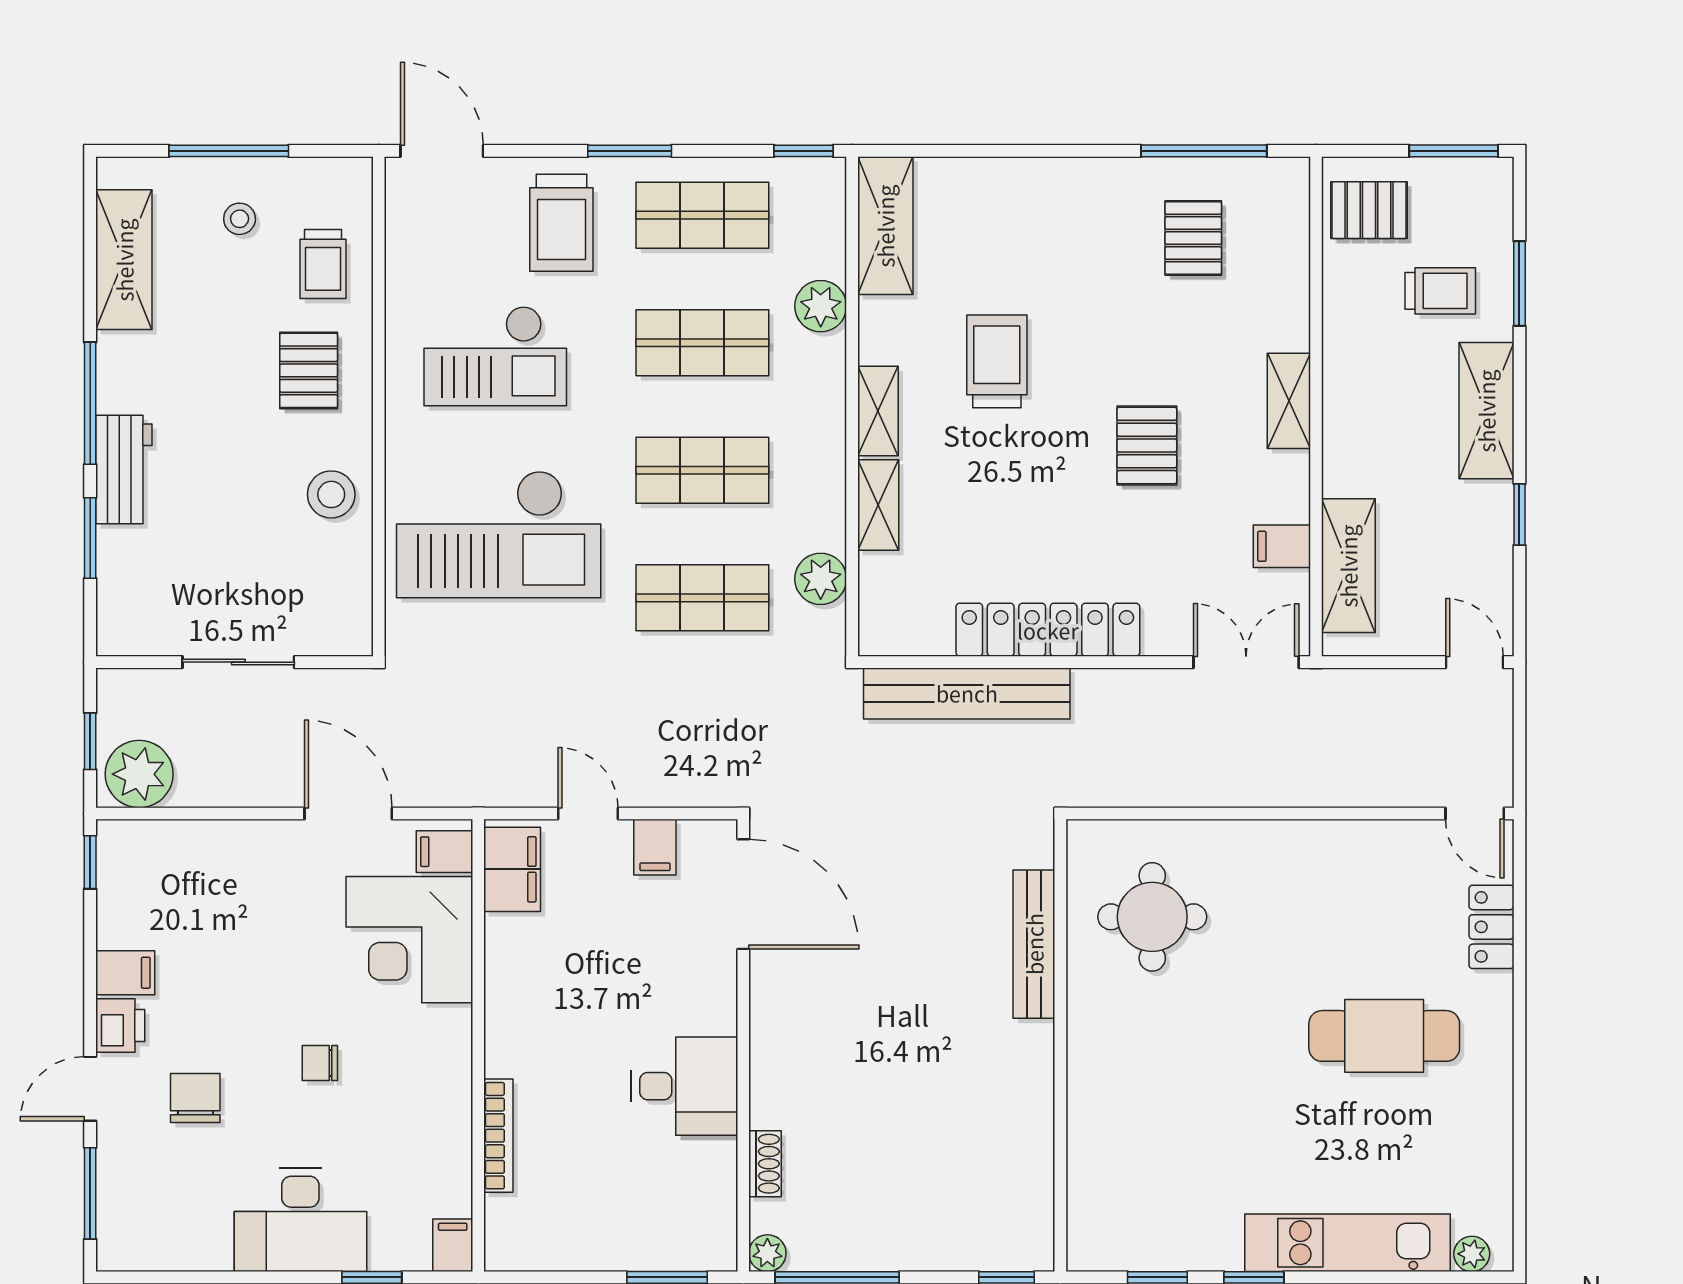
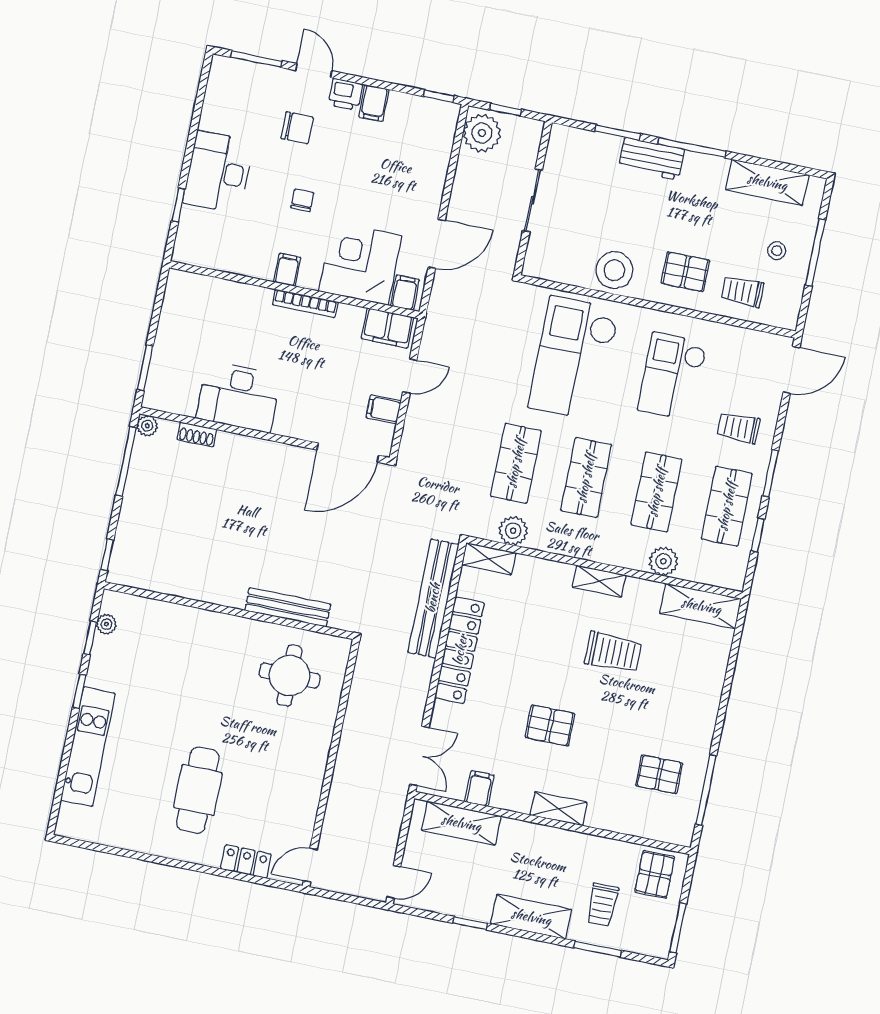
window: (804, 151) -> (758, 535), moved
trolley: (561, 223) -> (738, 428), width x0.73, depth x0.72
stool: (331, 494) -> (614, 270), width x1.38, depth x1.38
shelving: (878, 505) -> (489, 559), moved
desk: (684, 1086) -> (239, 397), width x1.37
bookcase: (498, 1136) -> (305, 303), moved
filing cabinet: (453, 1245) -> (287, 270), moved, turned -90
plant: (1472, 1254) -> (106, 624), moved

